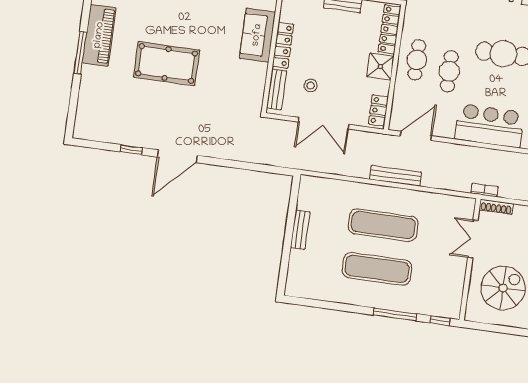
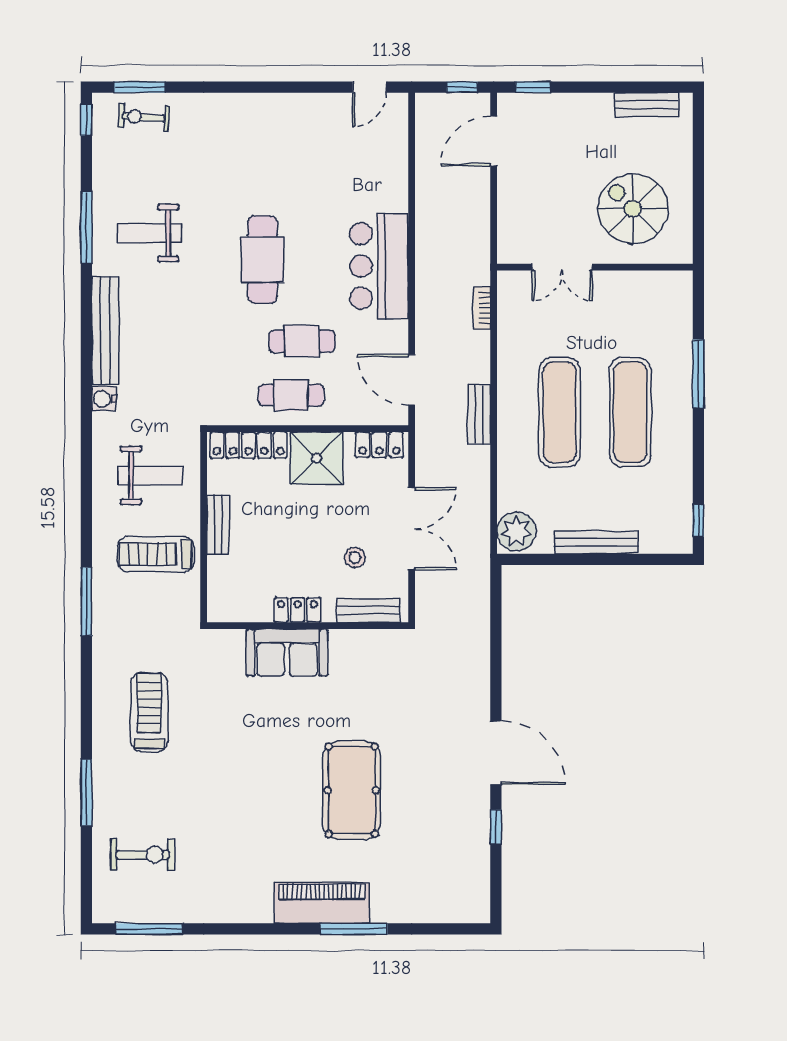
locker: (283, 45) -> (297, 610), width x0.66
shower: (380, 67) -> (317, 458), width x1.36, depth x1.36
bench: (395, 176) -> (479, 414), width x0.73
plant: (313, 188) -> (516, 531), added
bookcase: (485, 190) -> (482, 308), moved
shoe rack: (496, 207) -> (506, 237), removed
bench: (300, 230) -> (596, 542), width x1.36
window: (440, 321) -> (698, 521), moved

